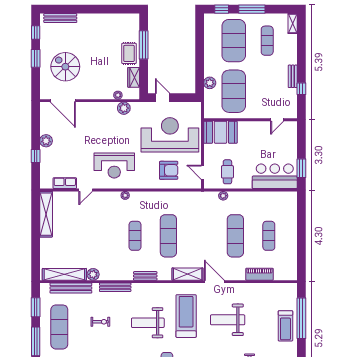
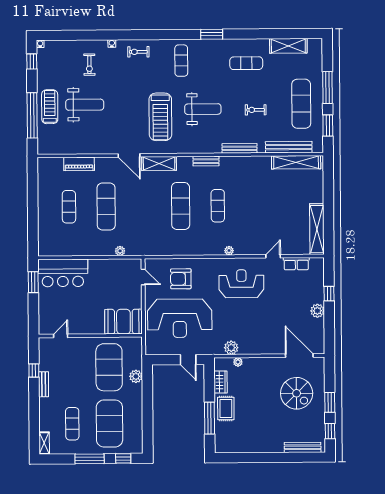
cafe table: (227, 172) -> (115, 278), removed
plant: (93, 274) -> (264, 162), removed
weight bench: (228, 320) -> (85, 105), moved

